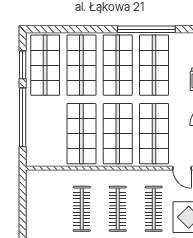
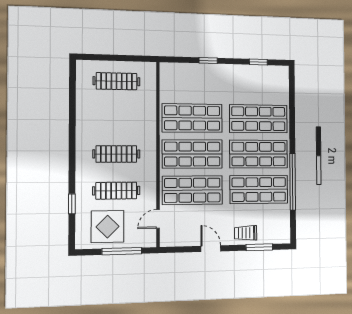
window: (23, 65) -> (258, 62), width x0.67
shop shelf: (45, 65) -> (258, 84), removed
window: (23, 117) -> (208, 61), width x0.32
clothes rail: (82, 209) -> (117, 81), moved

